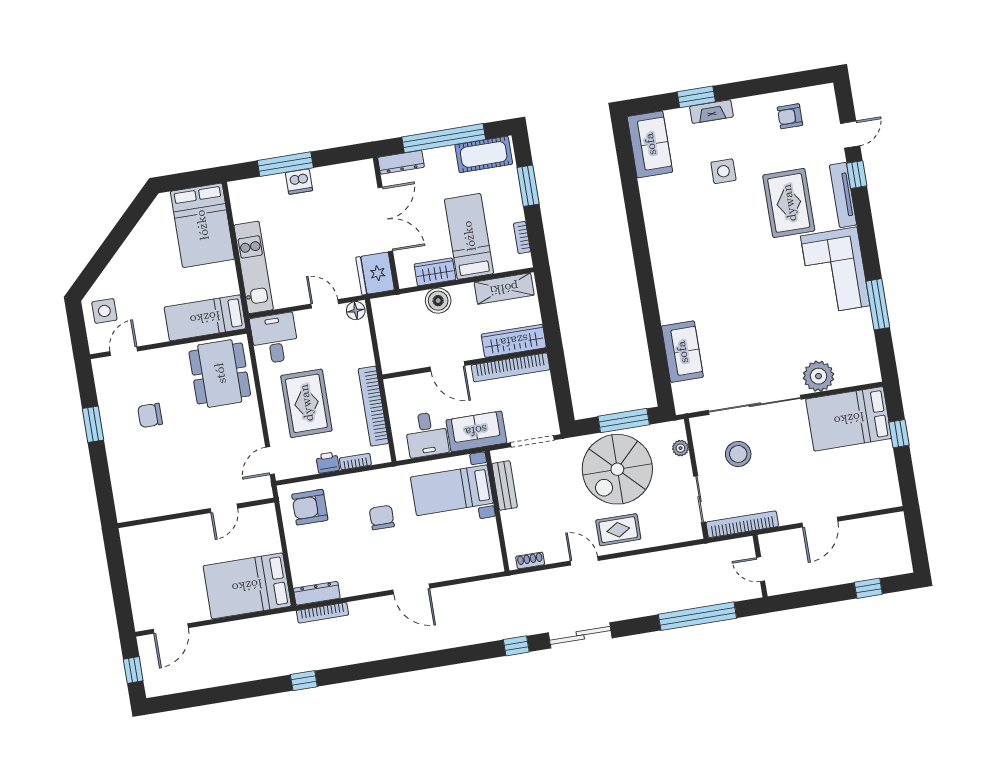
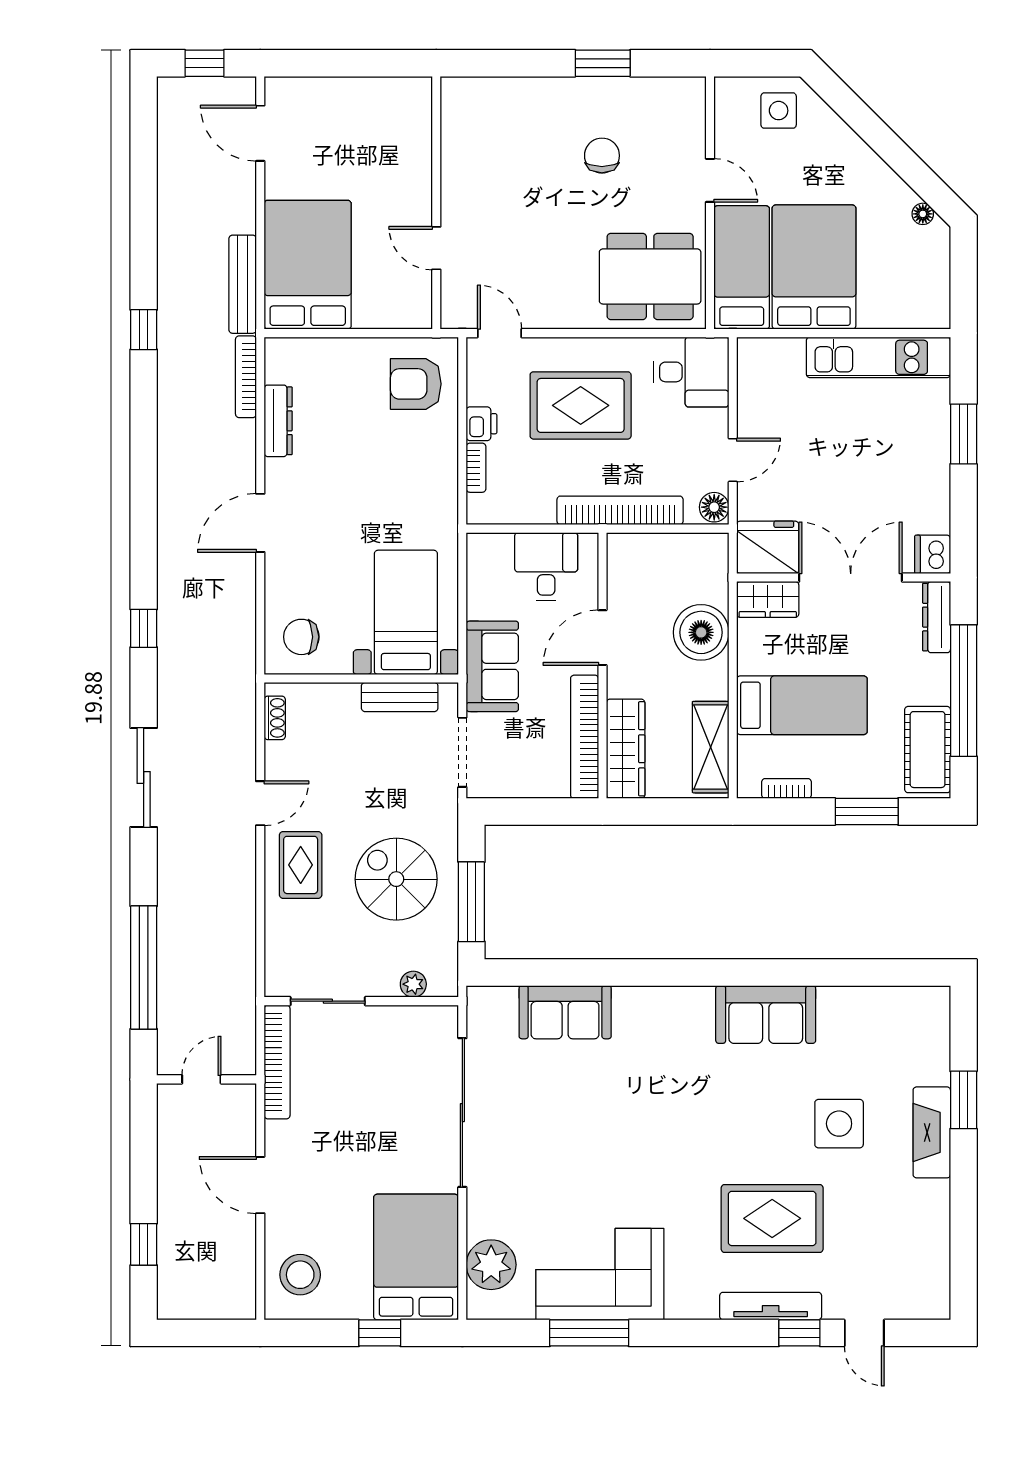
fireplace: (711, 112) -> (932, 1132), width x1.37, depth x1.32
armchair: (790, 116) -> (909, 1243), removed
sofa: (650, 144) -> (766, 1014), moved
window: (285, 164) -> (964, 434), width x0.69
side table: (723, 171) -> (839, 1124), width x1.37, depth x1.37
dishwasher: (299, 182) -> (933, 554), moved
floor lamp: (154, 212) -> (923, 214), added
double door: (385, 219) -> (851, 578), swing flipped
bed: (202, 225) -> (814, 267), moved, turned 90
kitchen unit: (254, 267) -> (878, 357), moved
corner sofa: (835, 271) -> (600, 1274), moved
wardrobe: (435, 272) -> (768, 599), moved, turned 90
boiler: (438, 301) -> (701, 632), width x1.37, depth x1.37
door: (124, 351) -> (710, 180), moved
plant: (818, 376) -> (491, 1265), moved
bookcase: (373, 406) -> (620, 510), moved
desk: (427, 435) -> (546, 567), moved, turned 90
stool: (738, 454) -> (300, 1275), moved
spiral stairs: (617, 469) -> (396, 879), width x0.73, depth x0.73
armchair: (310, 507) -> (416, 384), turned -90
chair: (382, 517) -> (301, 637), moved, turned 180
dresser: (317, 593) -> (278, 421), moved
bench: (266, 624) -> (243, 284), added
window: (516, 646) -> (144, 628), moved

